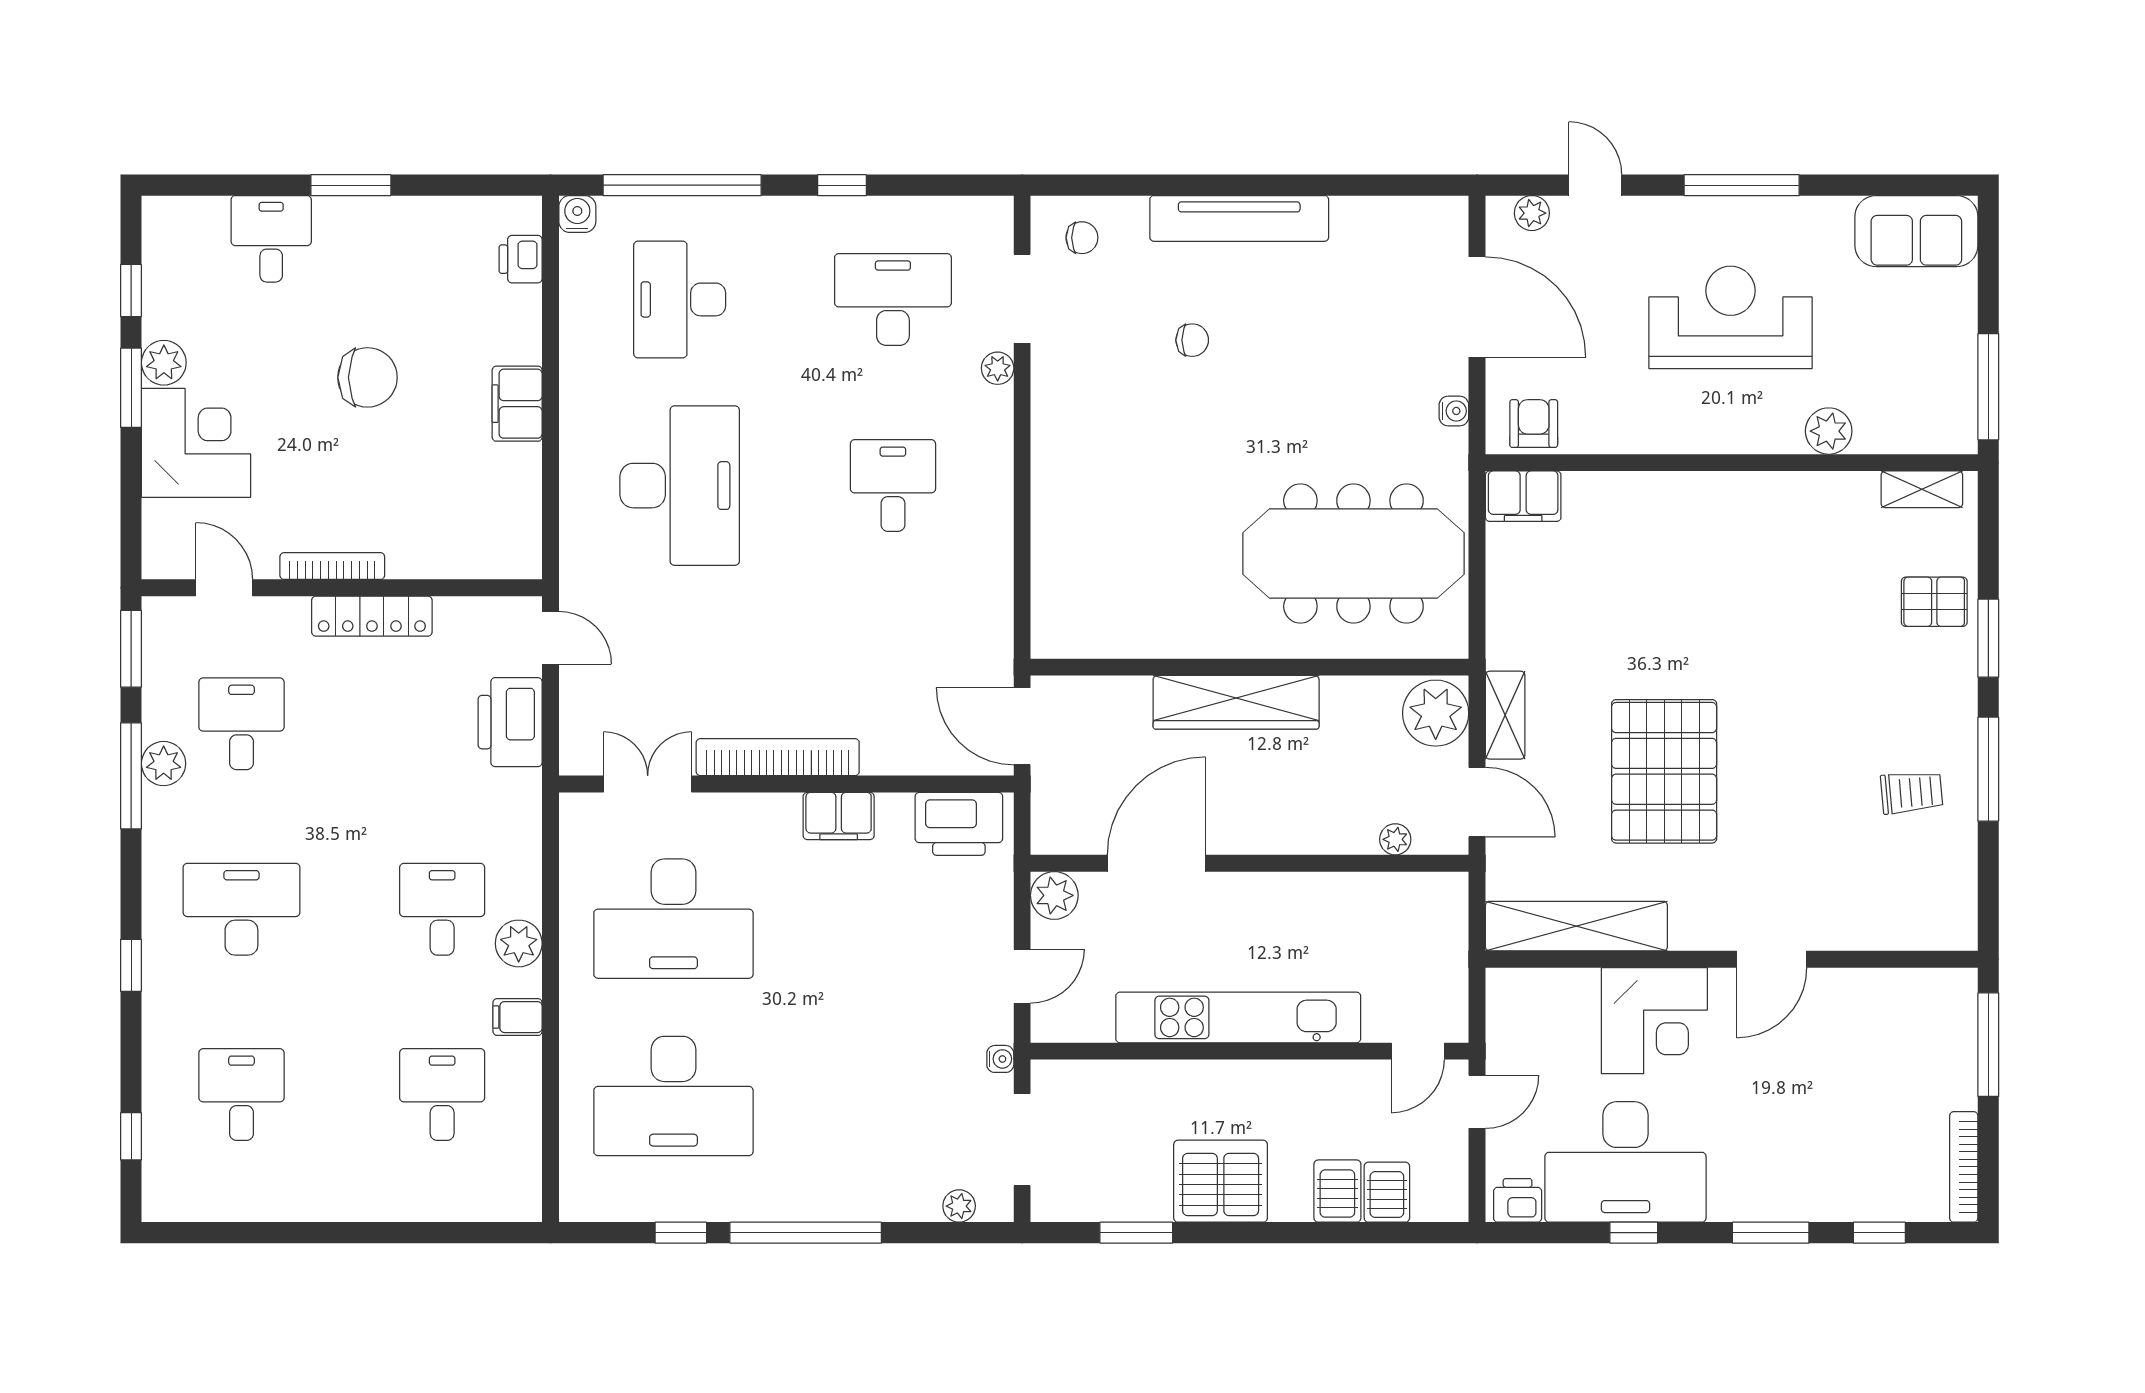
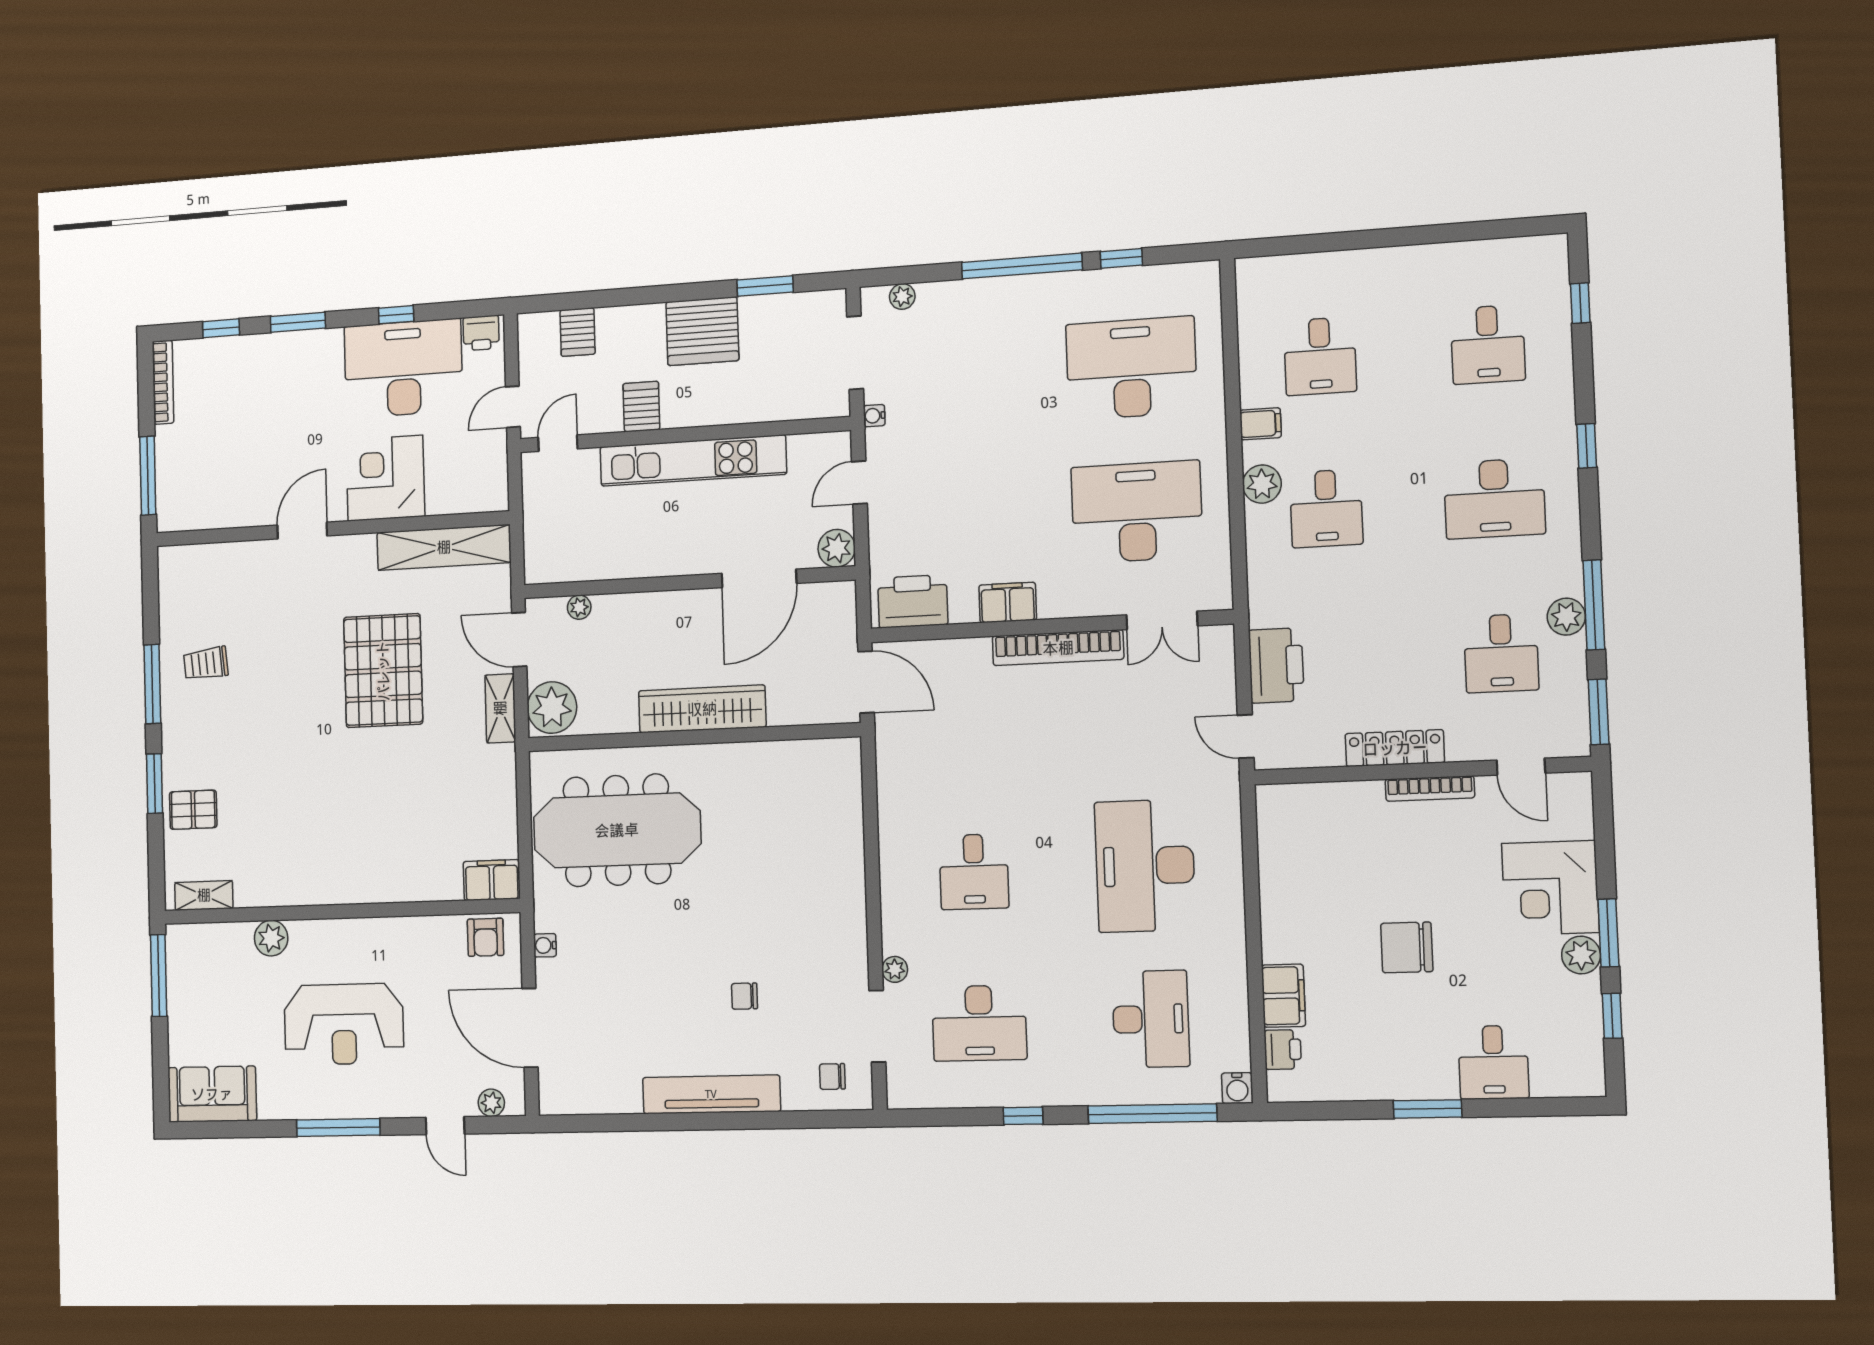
filing cabinet: (517, 404) -> (1283, 996), moved
server rack: (1337, 1191) -> (641, 407), moved, turned 180

